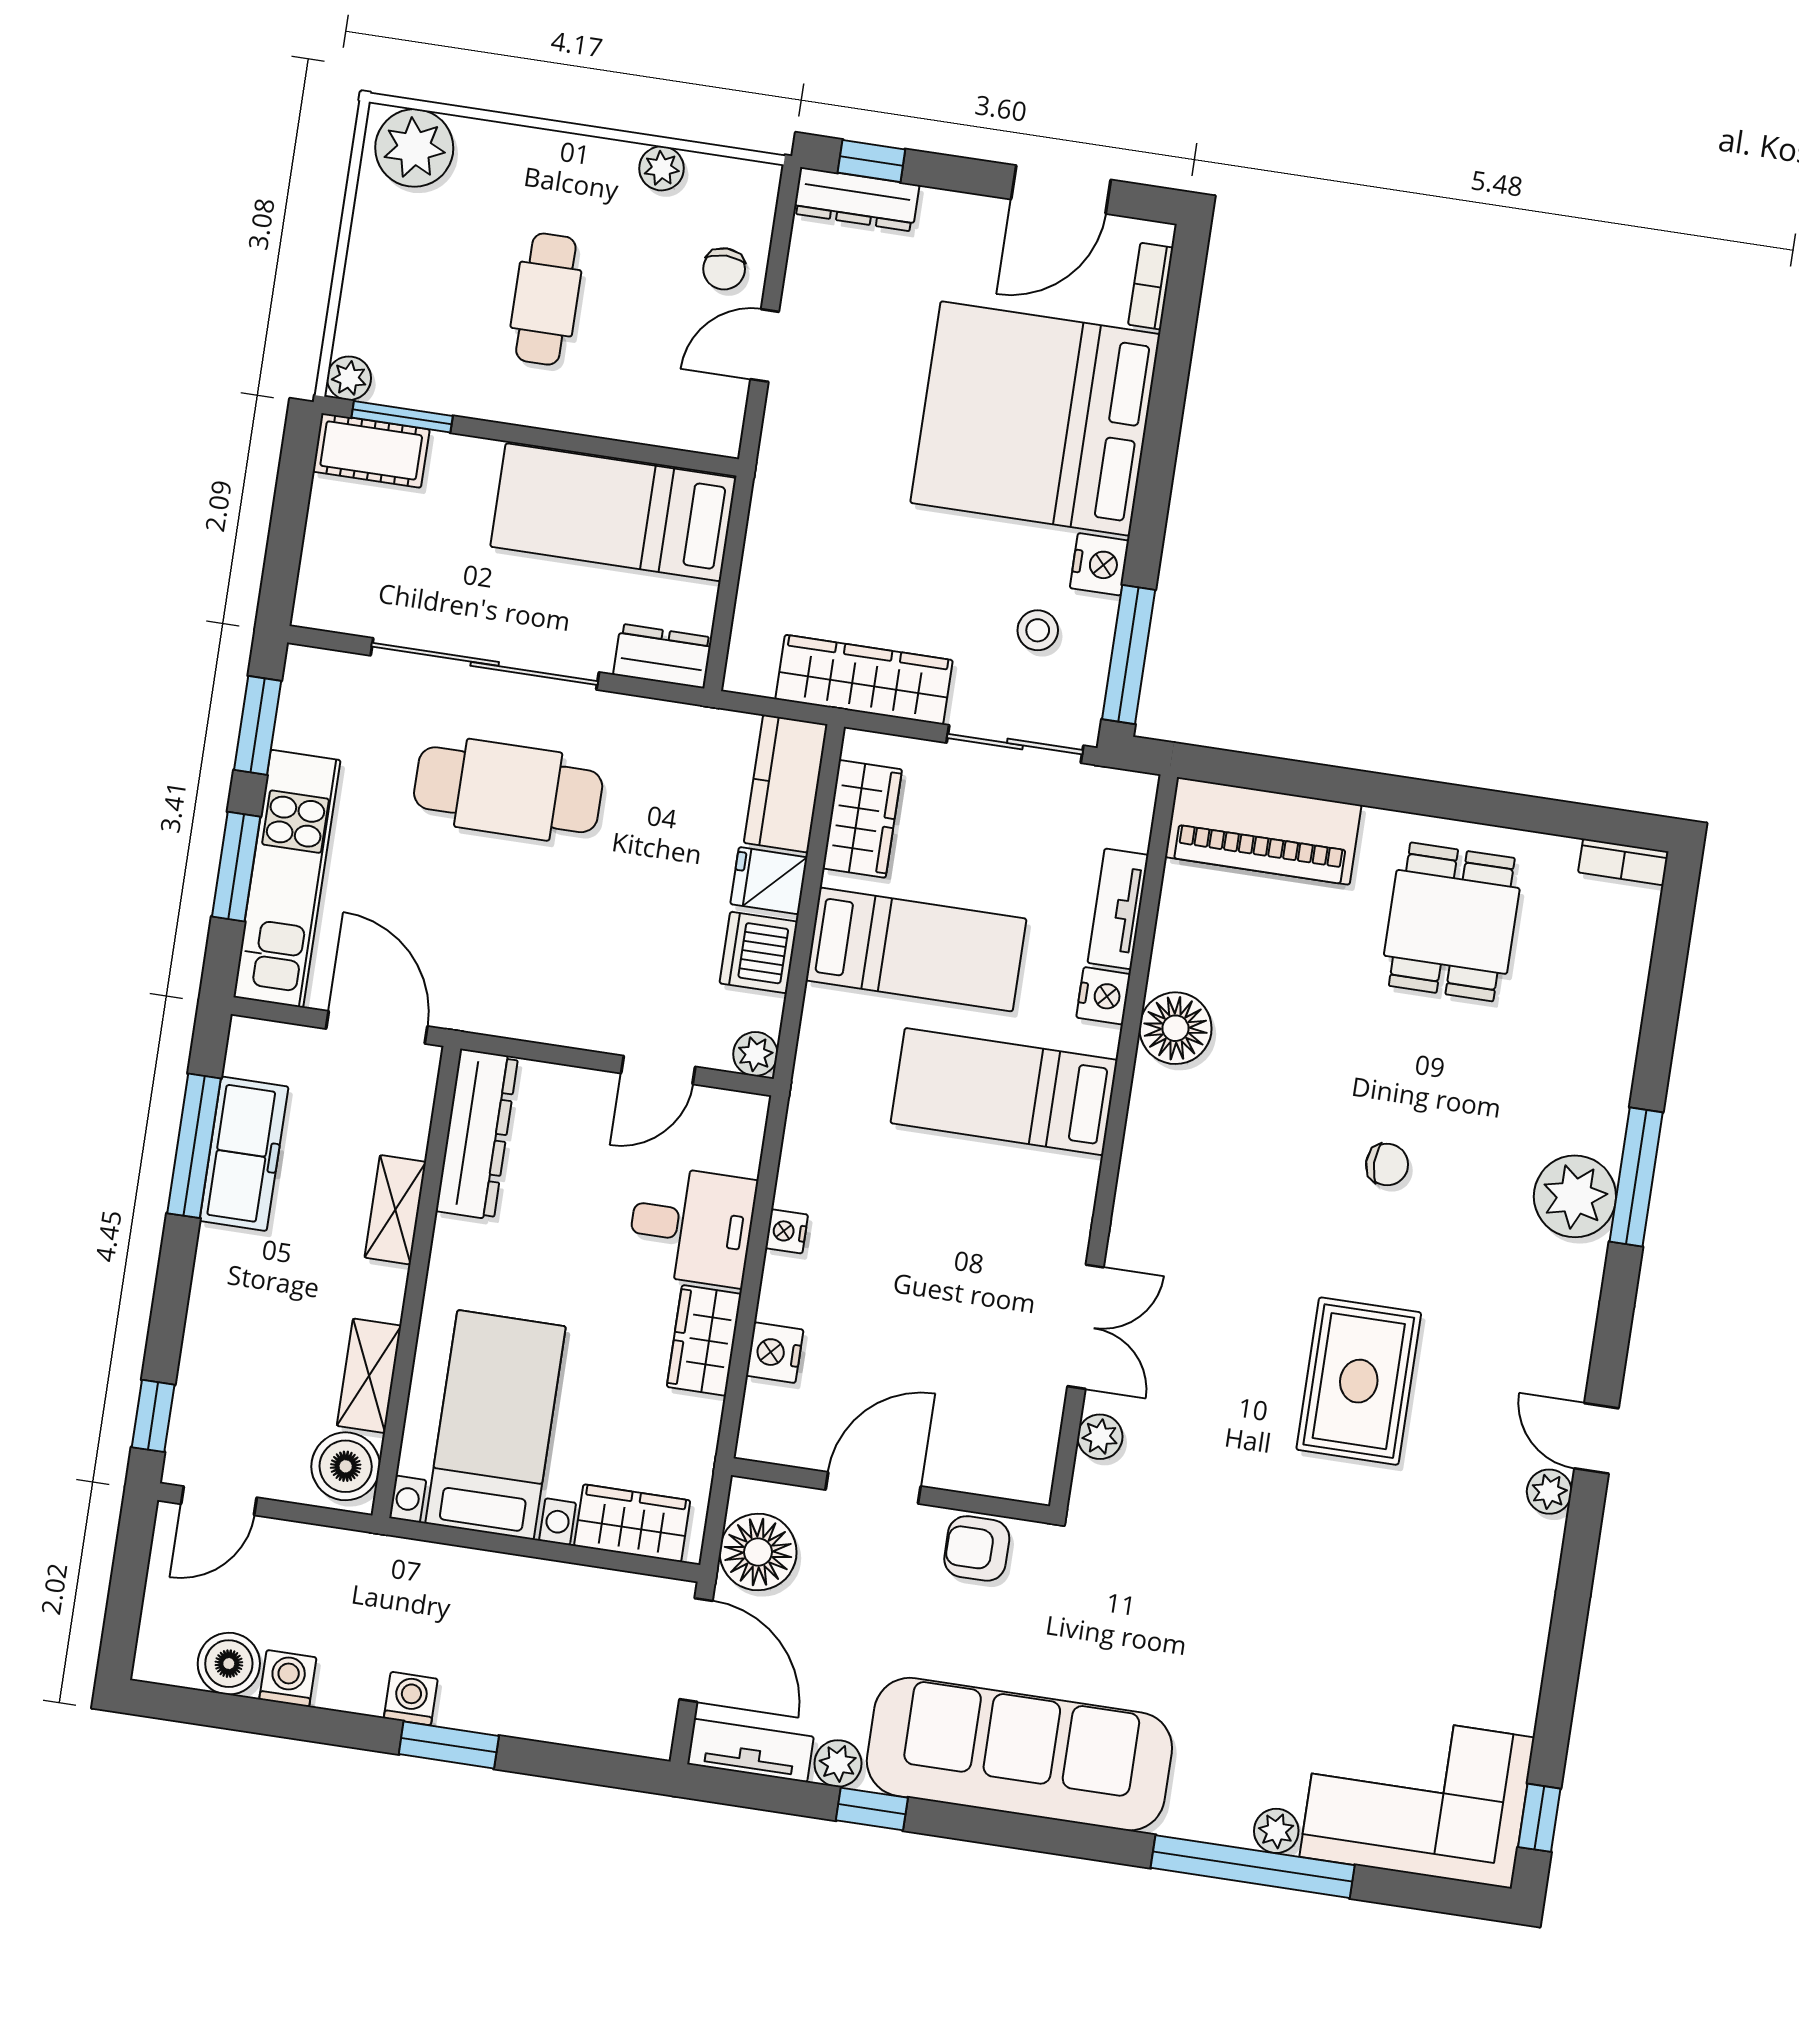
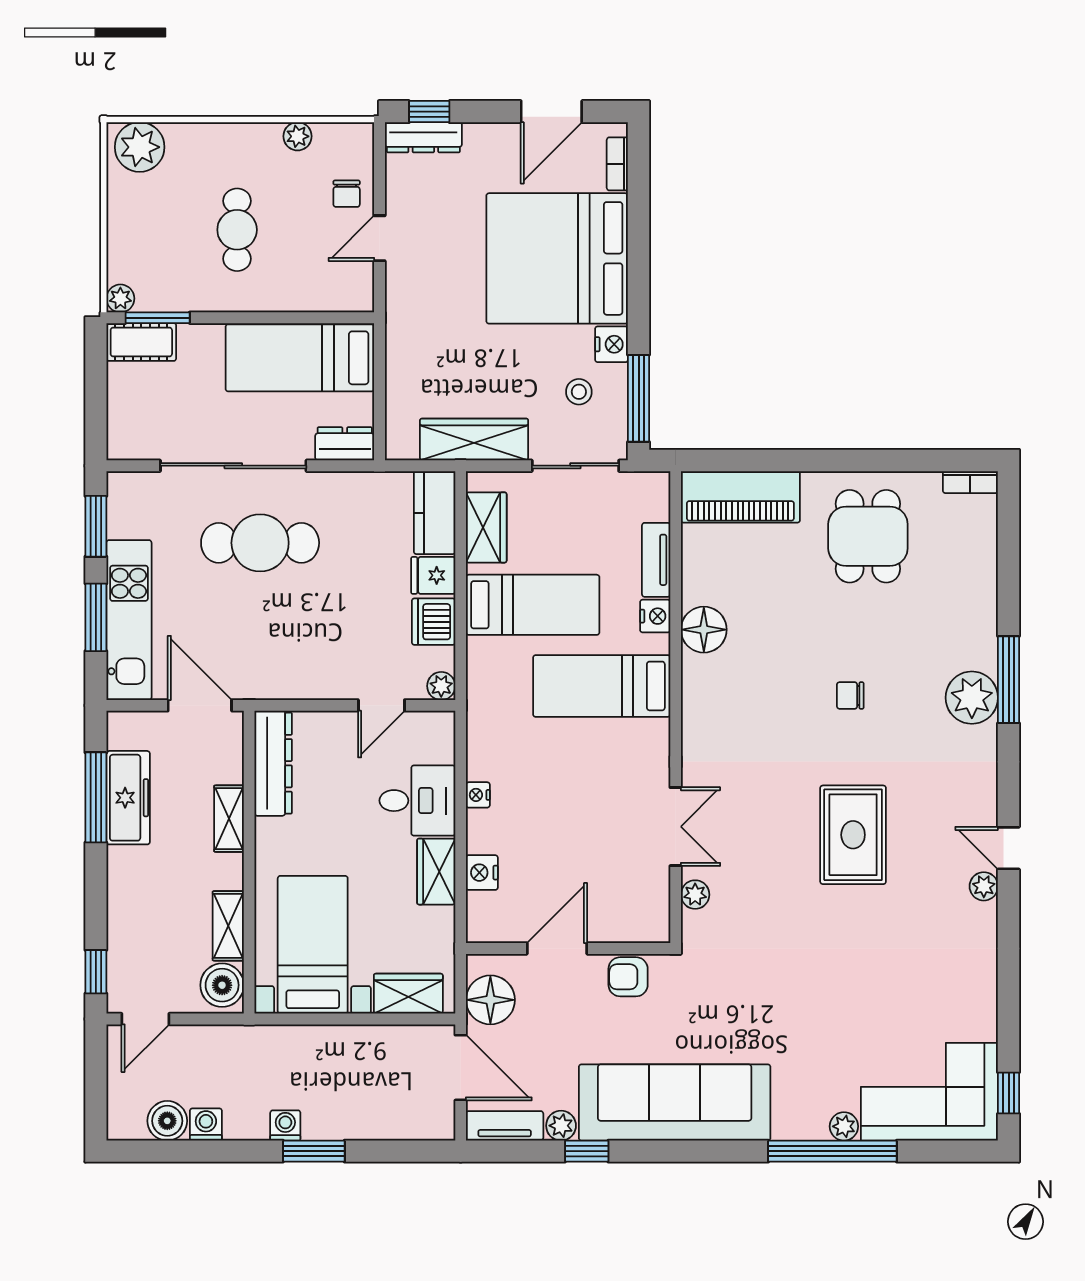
chair: (1387, 1165) -> (850, 695), turned 180

